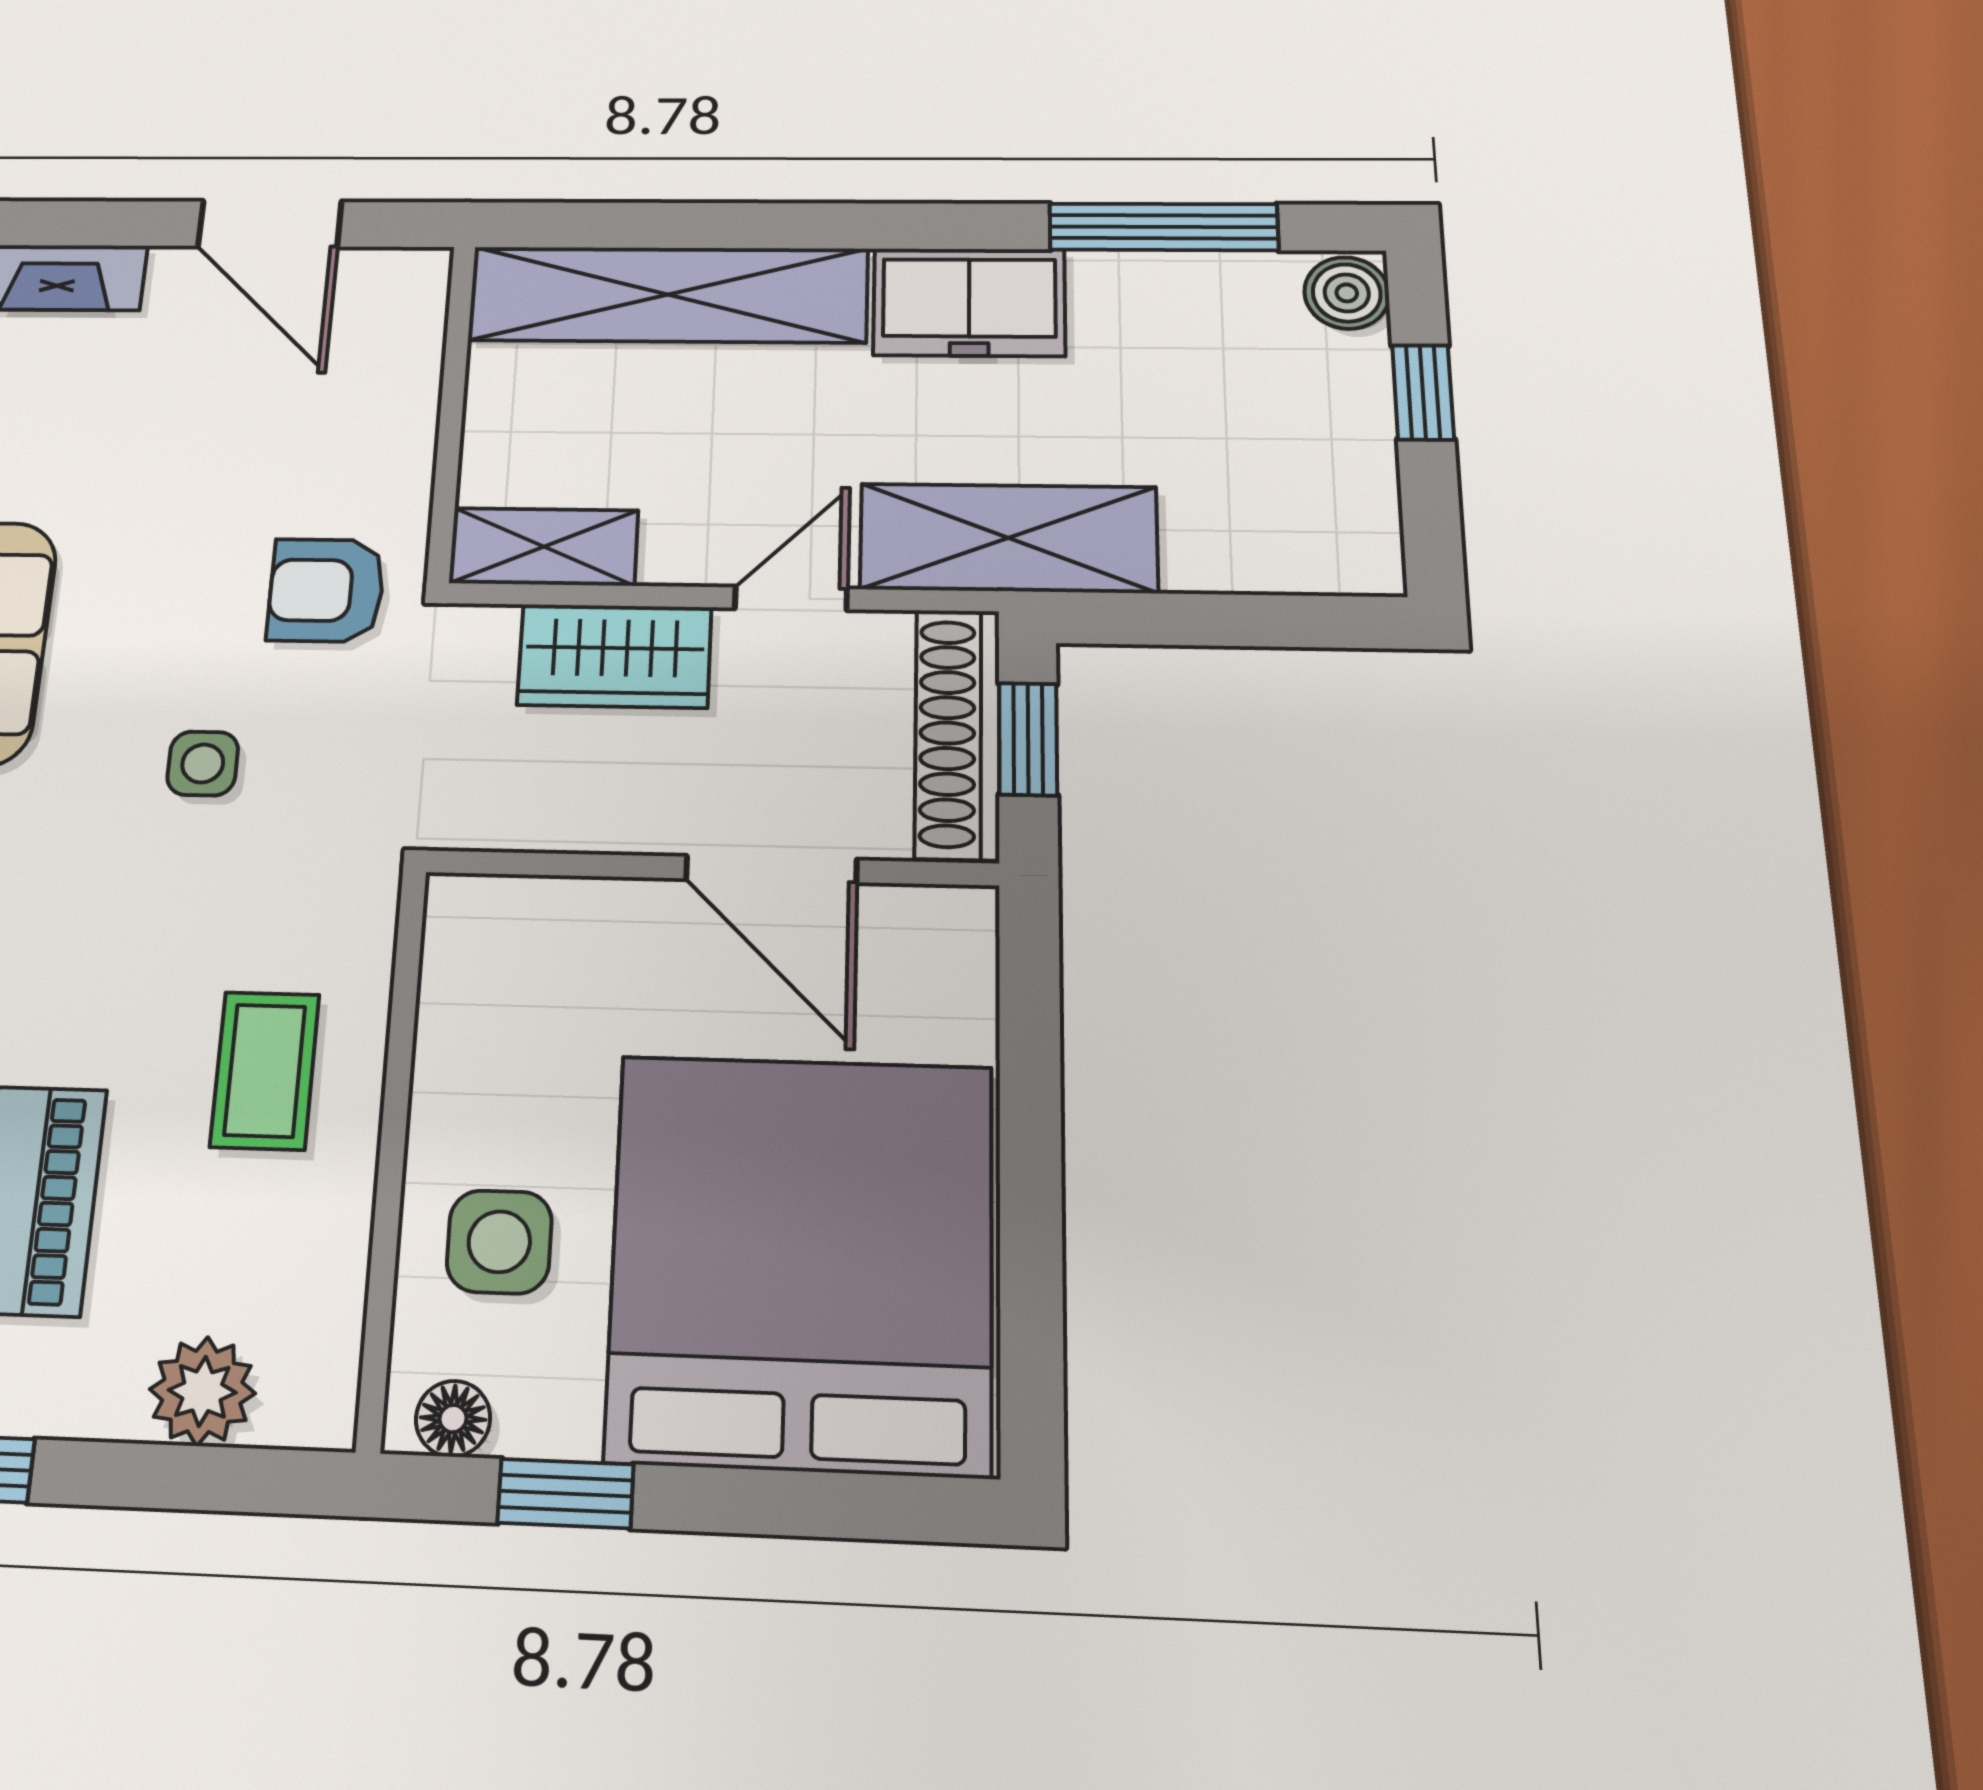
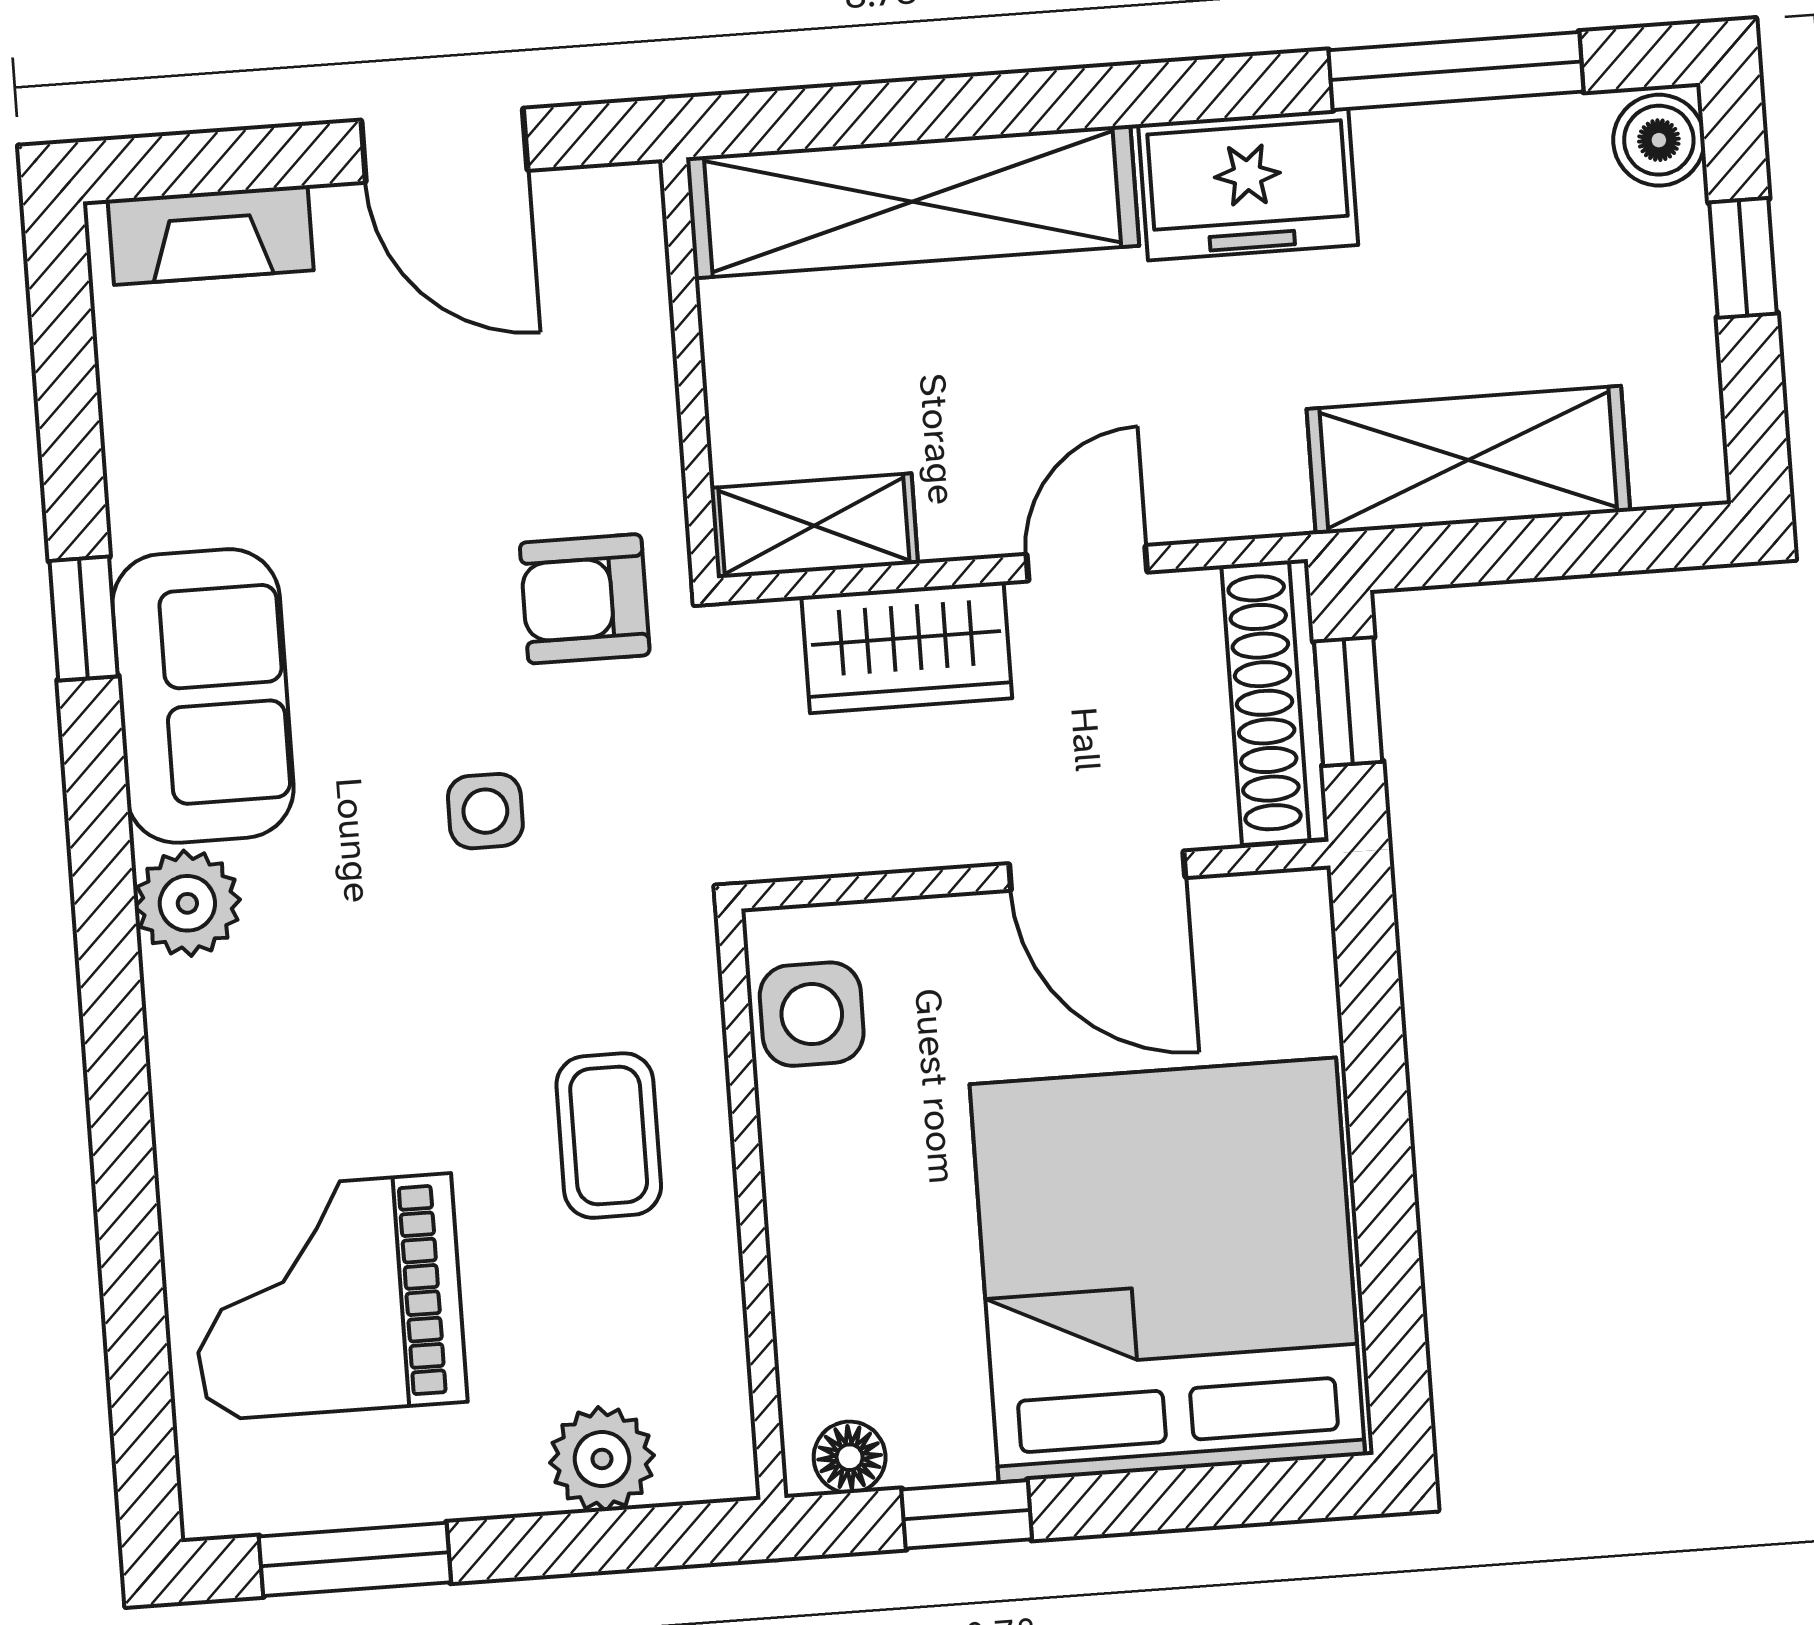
shelving: (1008, 538) -> (1468, 460), moved
side table: (499, 1242) -> (812, 1014), moved

